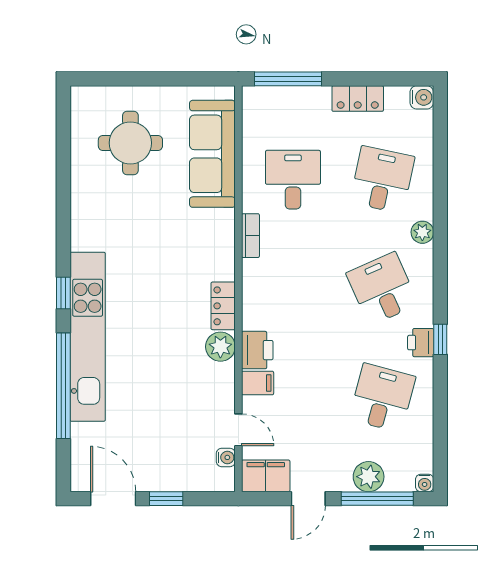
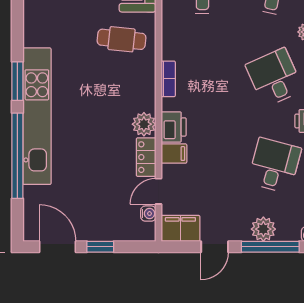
bookcase: (250, 236) -> (168, 79), moved
cafe table: (193, 241) -> (122, 39), added
window: (63, 293) -> (17, 81), width x1.50
locker: (223, 306) -> (146, 157), moved
door: (238, 430) -> (158, 191), swing flipped

